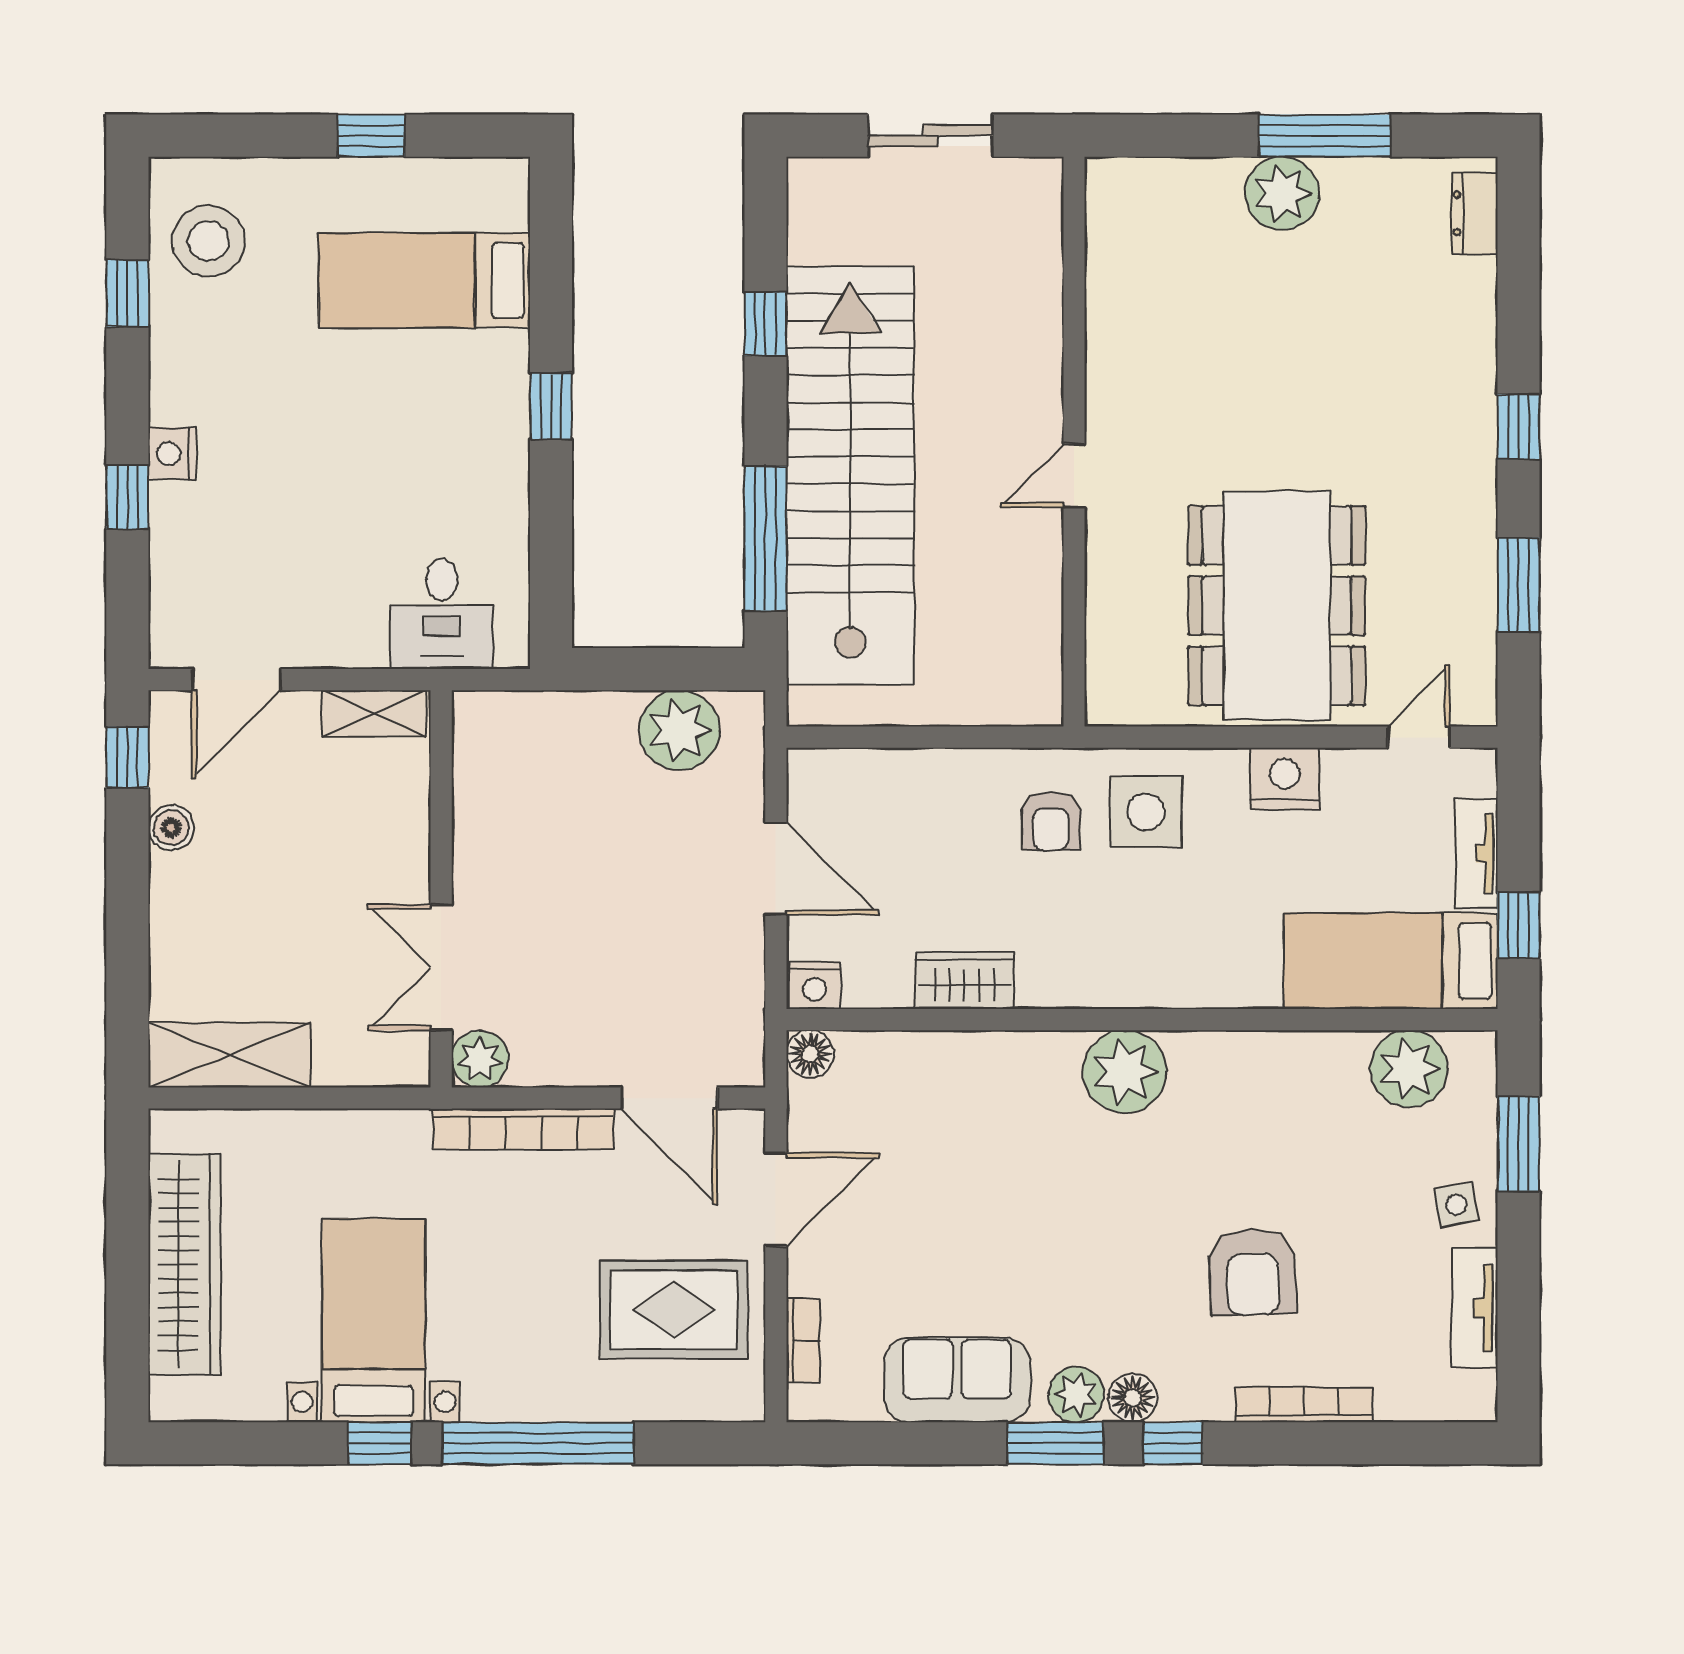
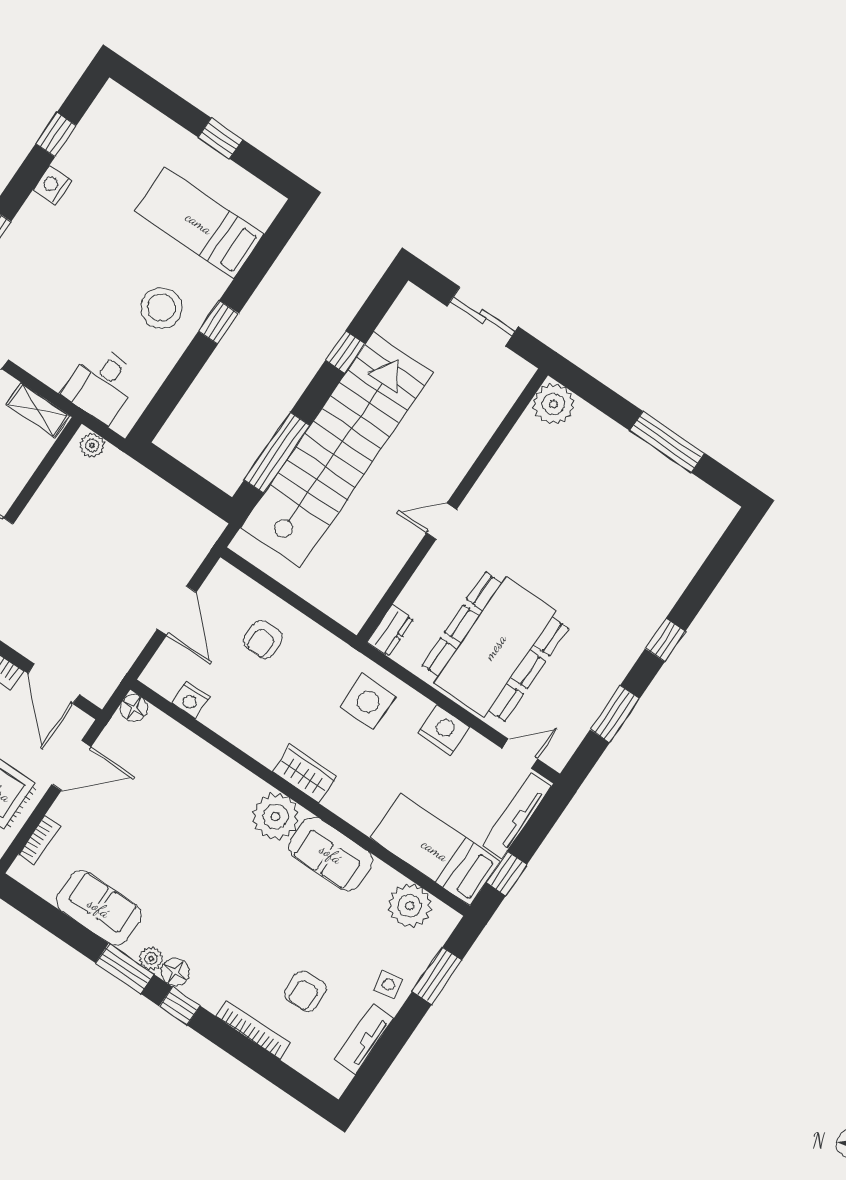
plant: (1282, 193) -> (553, 404), moved
dresser: (1475, 213) -> (390, 630), moved, turned 180
stool: (208, 241) -> (161, 308), moved
nightstand: (173, 454) -> (53, 185), moved
plant: (679, 730) -> (92, 445), moved, width x0.53, depth x0.53
armchair: (1051, 821) -> (263, 639), moved
tv unit: (1477, 854) -> (517, 816), width x1.41
wardrobe: (964, 980) -> (304, 774), moved
nightstand: (815, 985) -> (191, 700), moved
sofa: (1243, 1072) -> (331, 854), added
armchair: (1252, 1272) -> (306, 991), moved, width x0.72, depth x0.72
plant: (1076, 1394) -> (151, 958), width x0.73, depth x0.73

